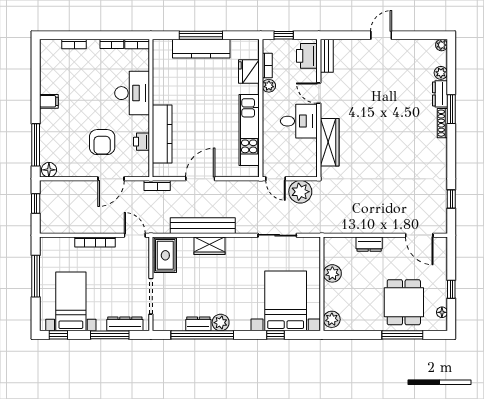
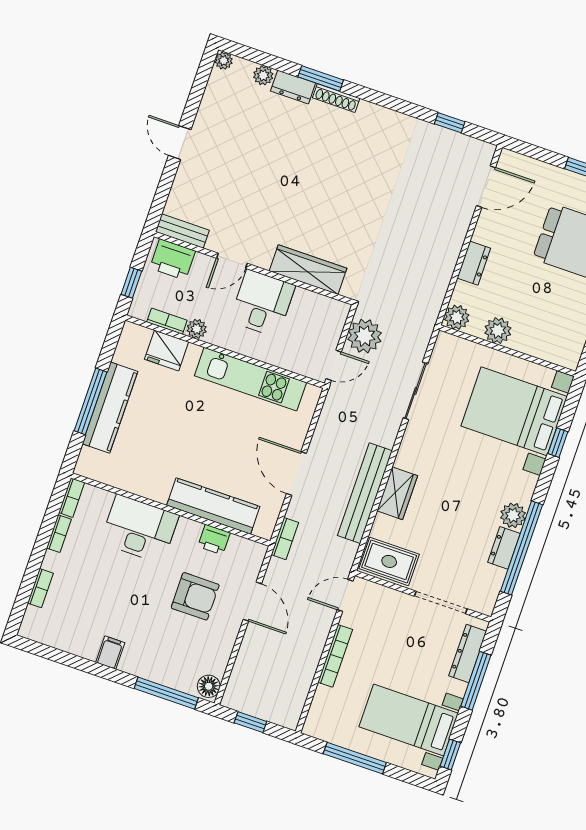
plant: (332, 319) -> (457, 317), moved

